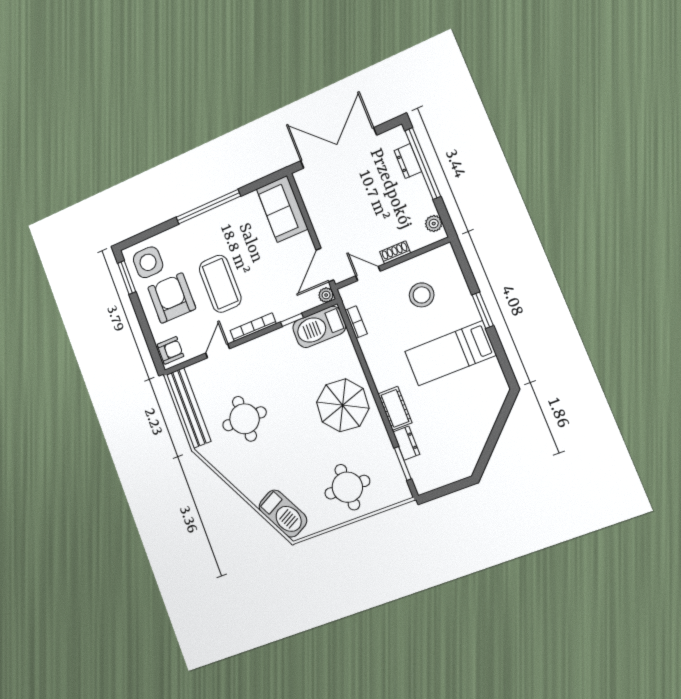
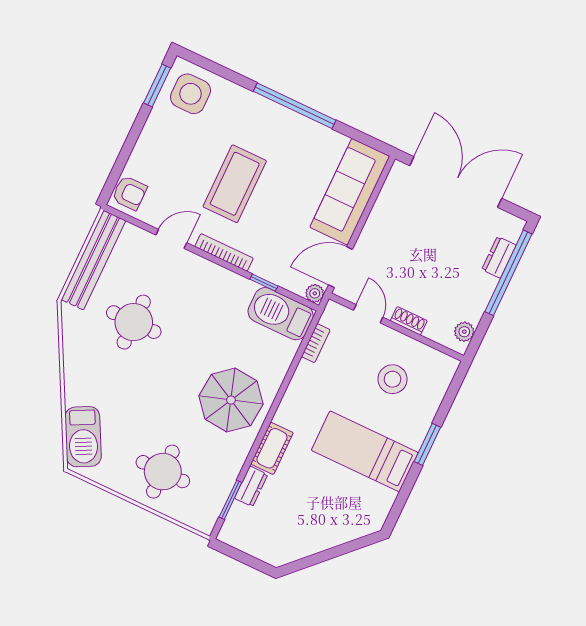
sofa: (282, 209) -> (350, 192), width x1.36
armchair: (172, 298) -> (179, 149), removed

